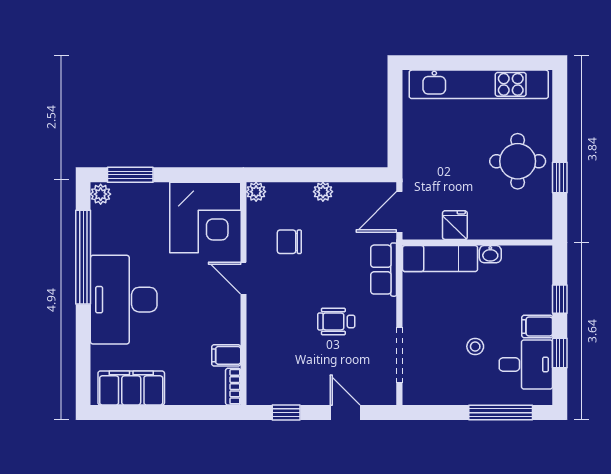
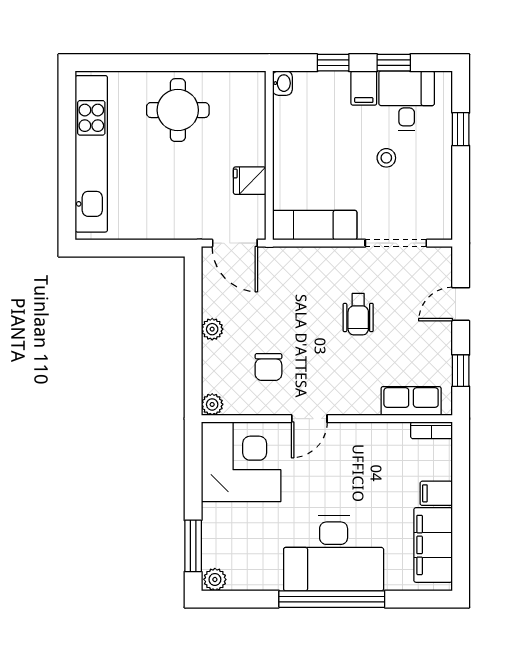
window: (560, 178) -> (196, 63), removed
washbasin: (490, 254) -> (282, 83), moved
window: (83, 257) -> (332, 599), moved
exam couch: (440, 259) -> (315, 225), moved, turned -90
row of seats: (384, 270) -> (411, 401), moved, turned 180
filing cabinet: (226, 355) -> (436, 493), moved, turned 90
window: (501, 413) -> (461, 129), width x0.46

